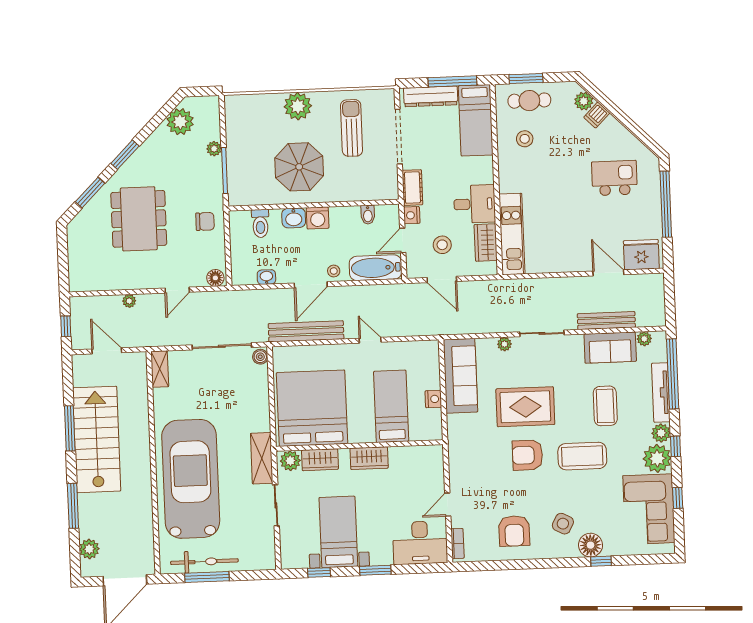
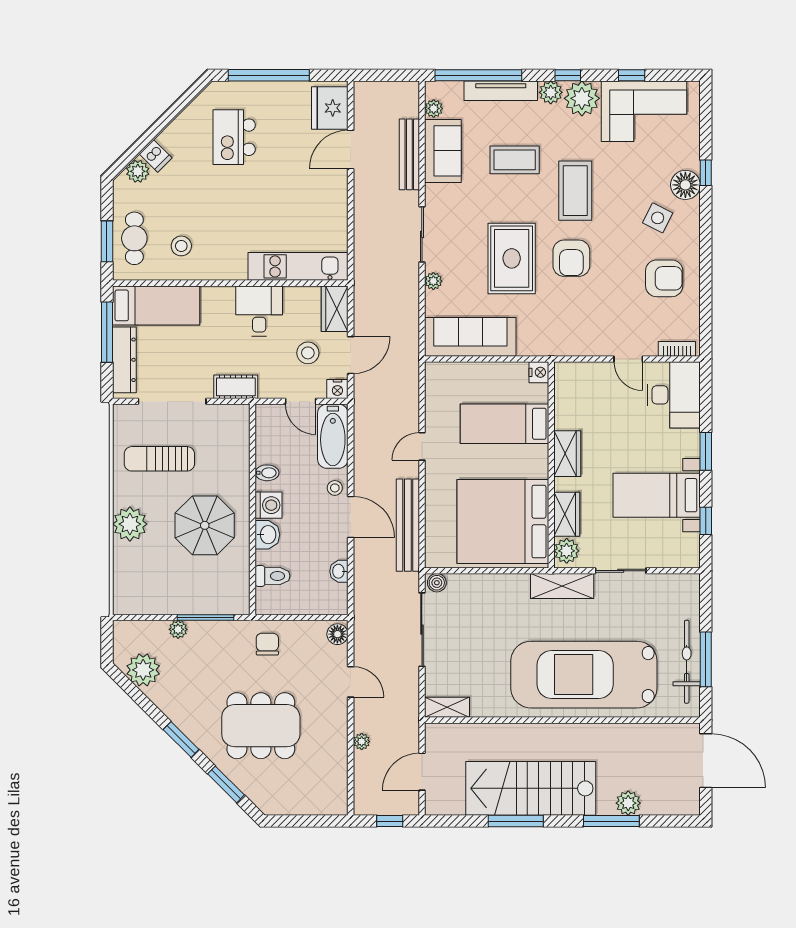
bidet: (368, 215) -> (267, 473), moved
nightstand: (412, 215) -> (337, 389), moved
wardrobe: (486, 242) -> (335, 309), moved, turned 90
nightstand: (433, 399) -> (539, 372), moved, turned 90
plant: (89, 549) -> (628, 803), moved

